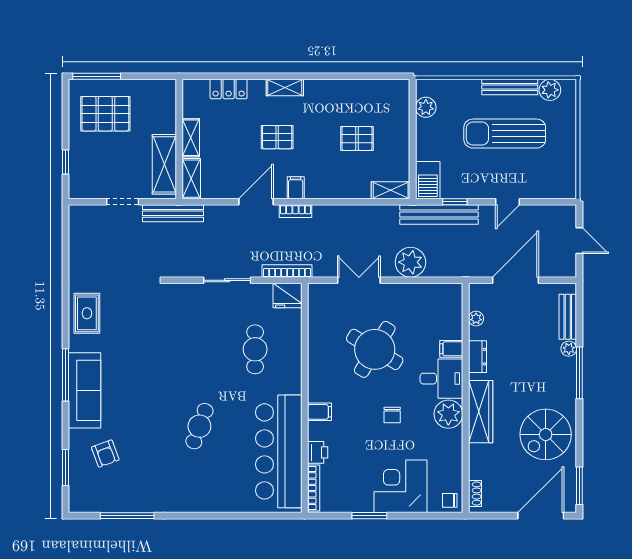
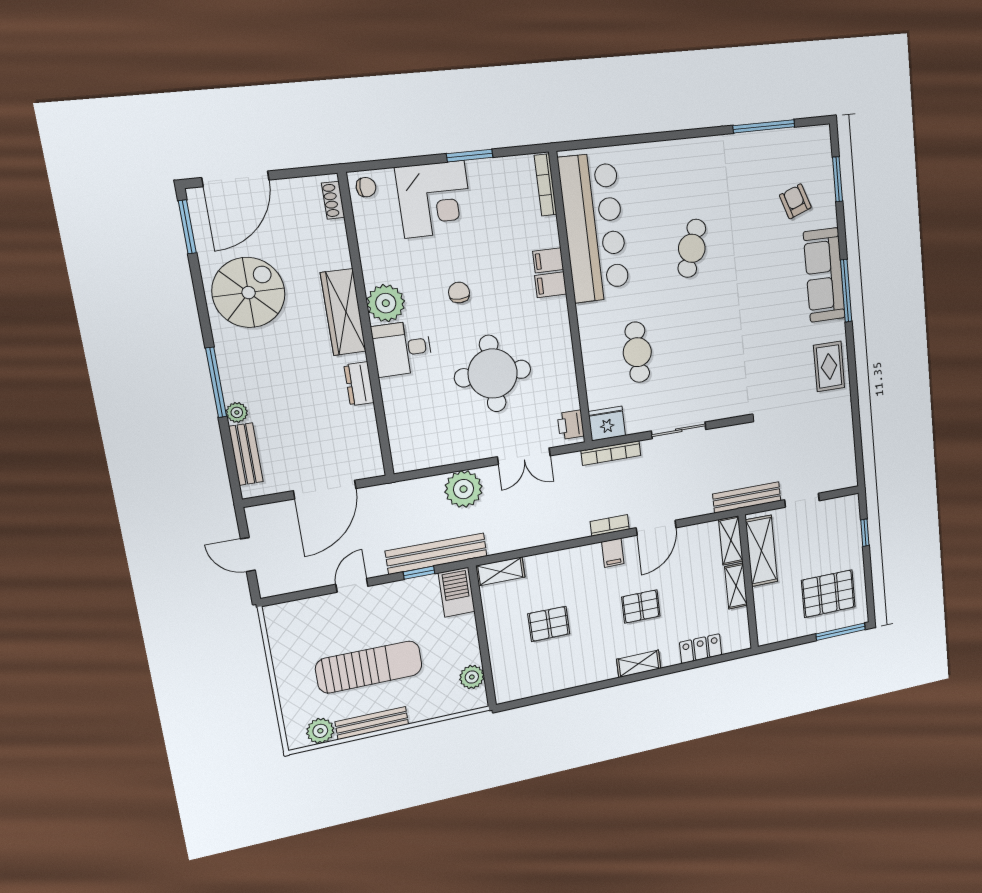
plant: (476, 319) -> (369, 432), removed
round table: (375, 349) -> (493, 374), turned -31
filing cabinet: (451, 349) -> (548, 260), moved, turned 180
printer: (318, 452) -> (571, 425), moved

